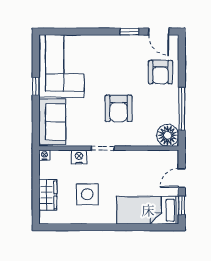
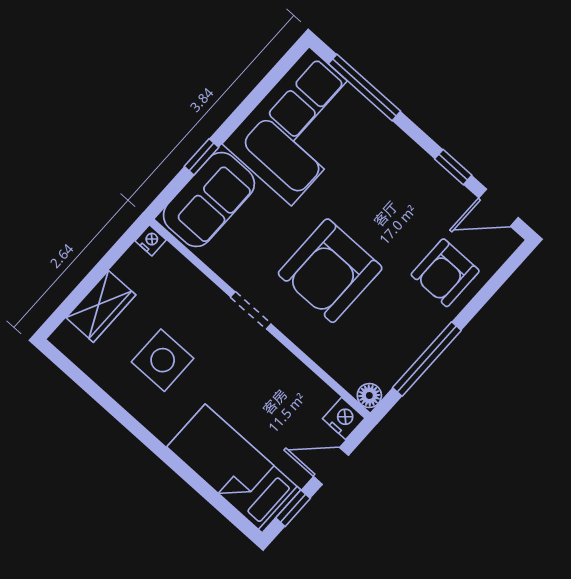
window: (72, 32) -> (364, 87), added
door: (159, 32) -> (498, 208), hinge flipped
window: (36, 86) -> (202, 157), moved
armchair: (119, 108) -> (330, 271), width x1.36, depth x1.36
floor lamp: (168, 135) -> (369, 395), width x0.53, depth x0.53
nightstand: (79, 157) -> (344, 418), moved

